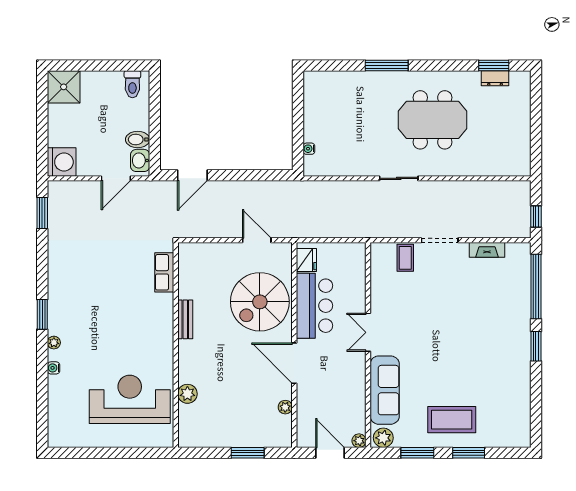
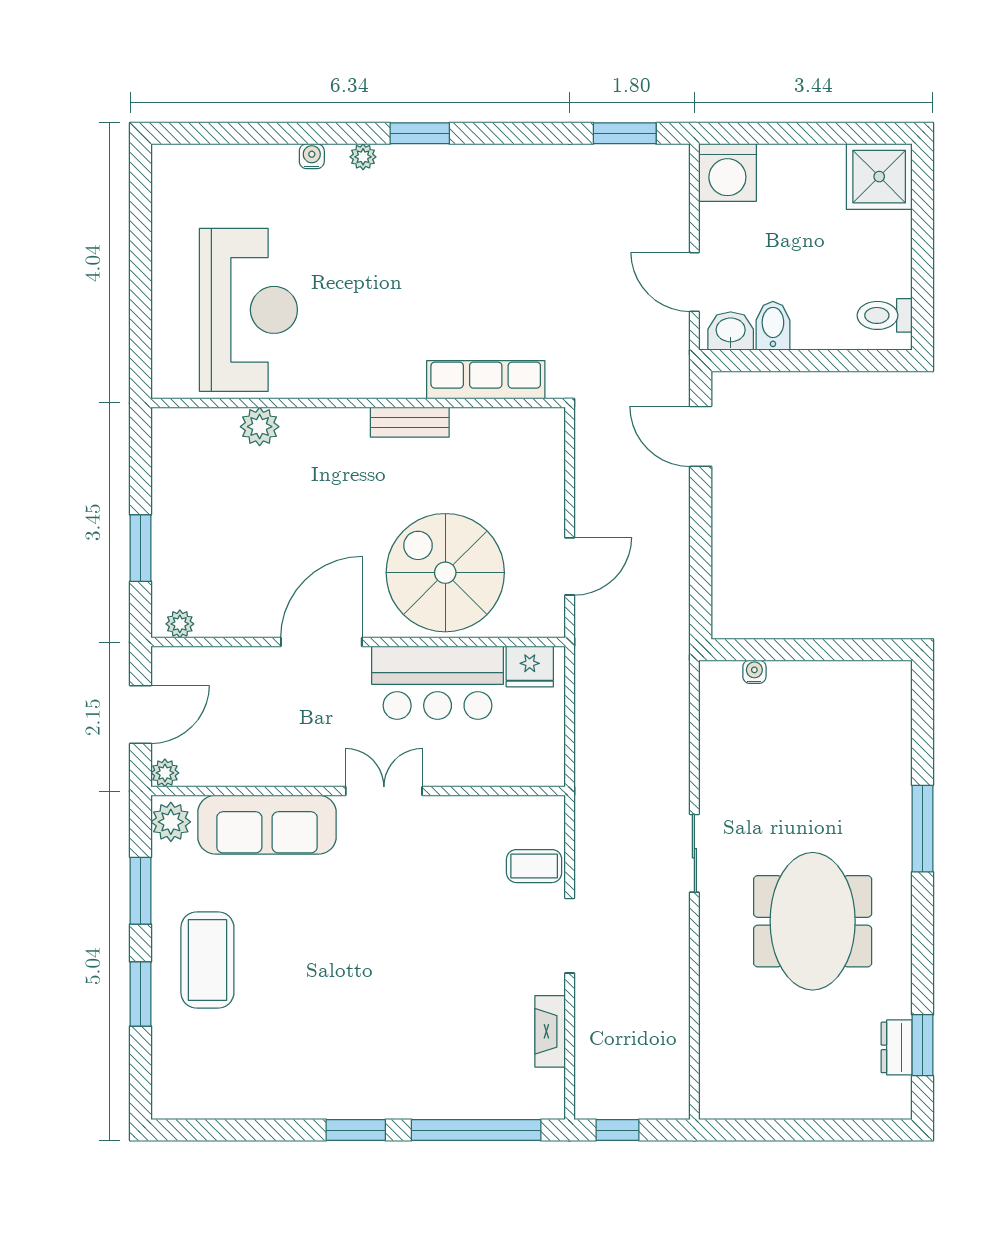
row of seats: (164, 272) -> (486, 380), width x1.48
plant: (285, 407) -> (180, 624), moved

